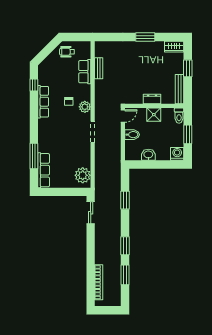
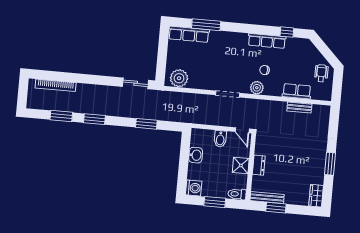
window: (188, 68) -> (276, 208), moved

